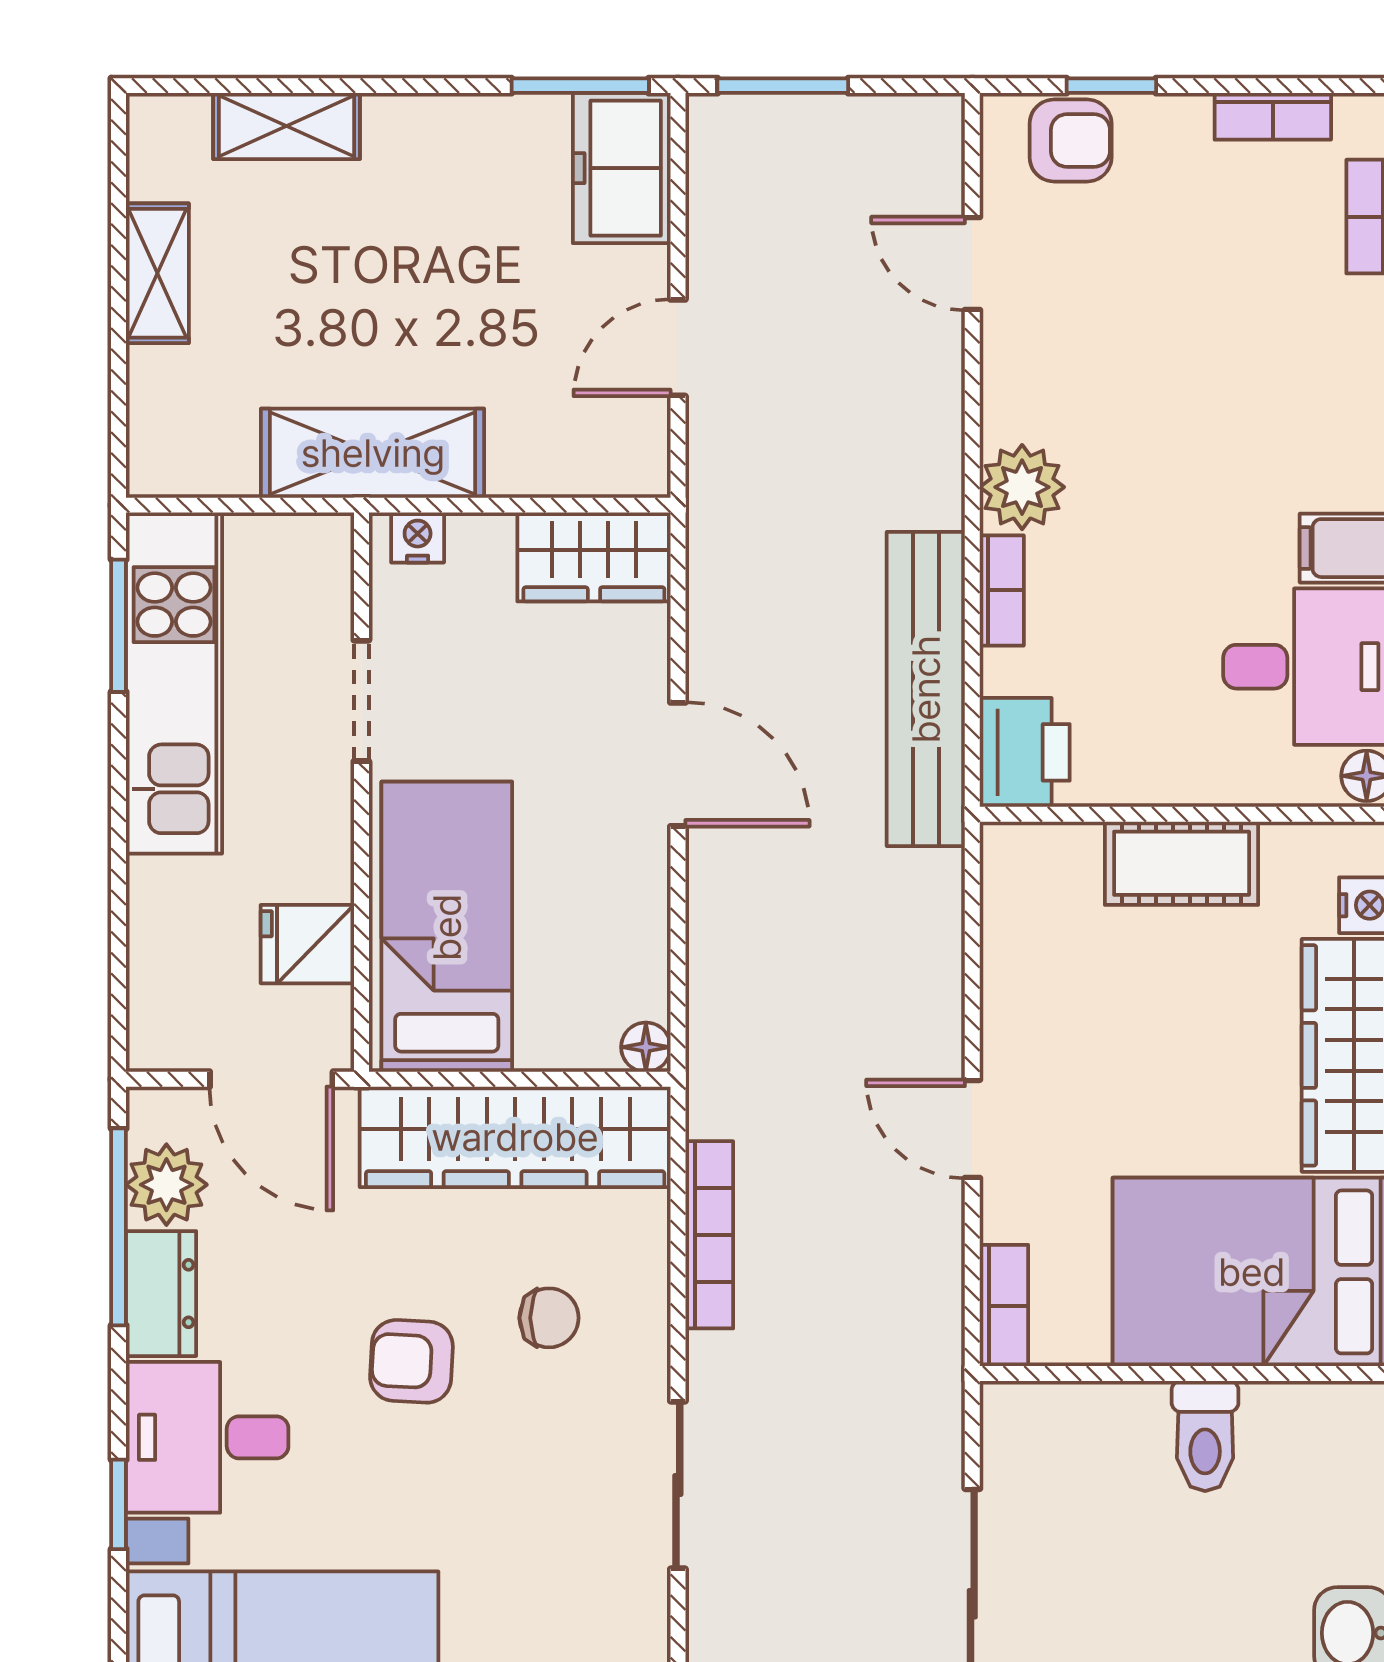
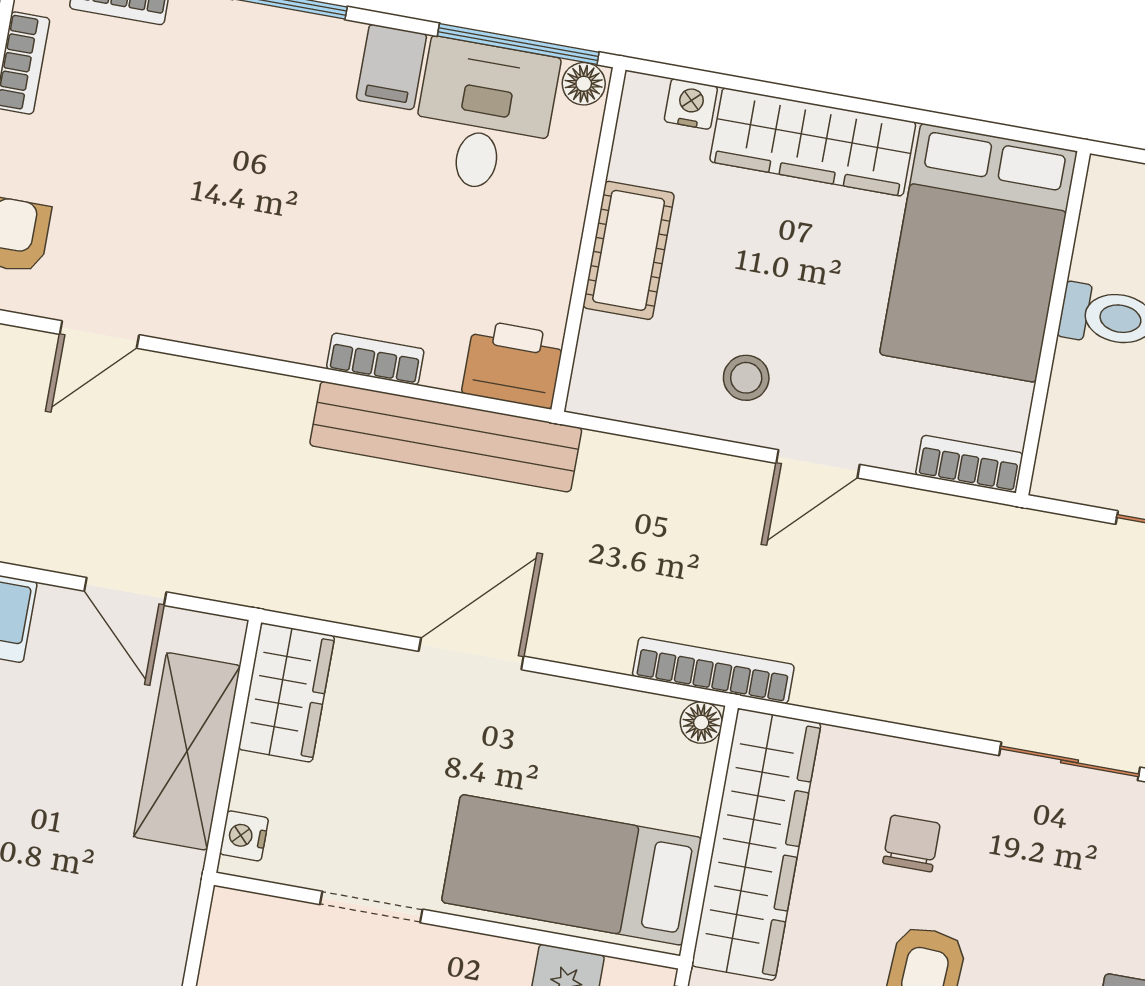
shelving: (373, 453) -> (187, 751), moved
plant: (1022, 487) -> (292, 327), removed
stool: (1058, 1027) -> (746, 378), added
bookcase: (709, 1235) -> (713, 670), moved

